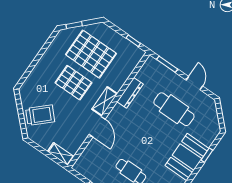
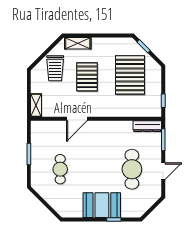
pallet: (73, 83) -> (87, 77), moved
dresser: (130, 93) -> (147, 126), moved
shelving: (105, 101) -> (78, 43), moved
trolley: (40, 115) -> (55, 68), turned 43

